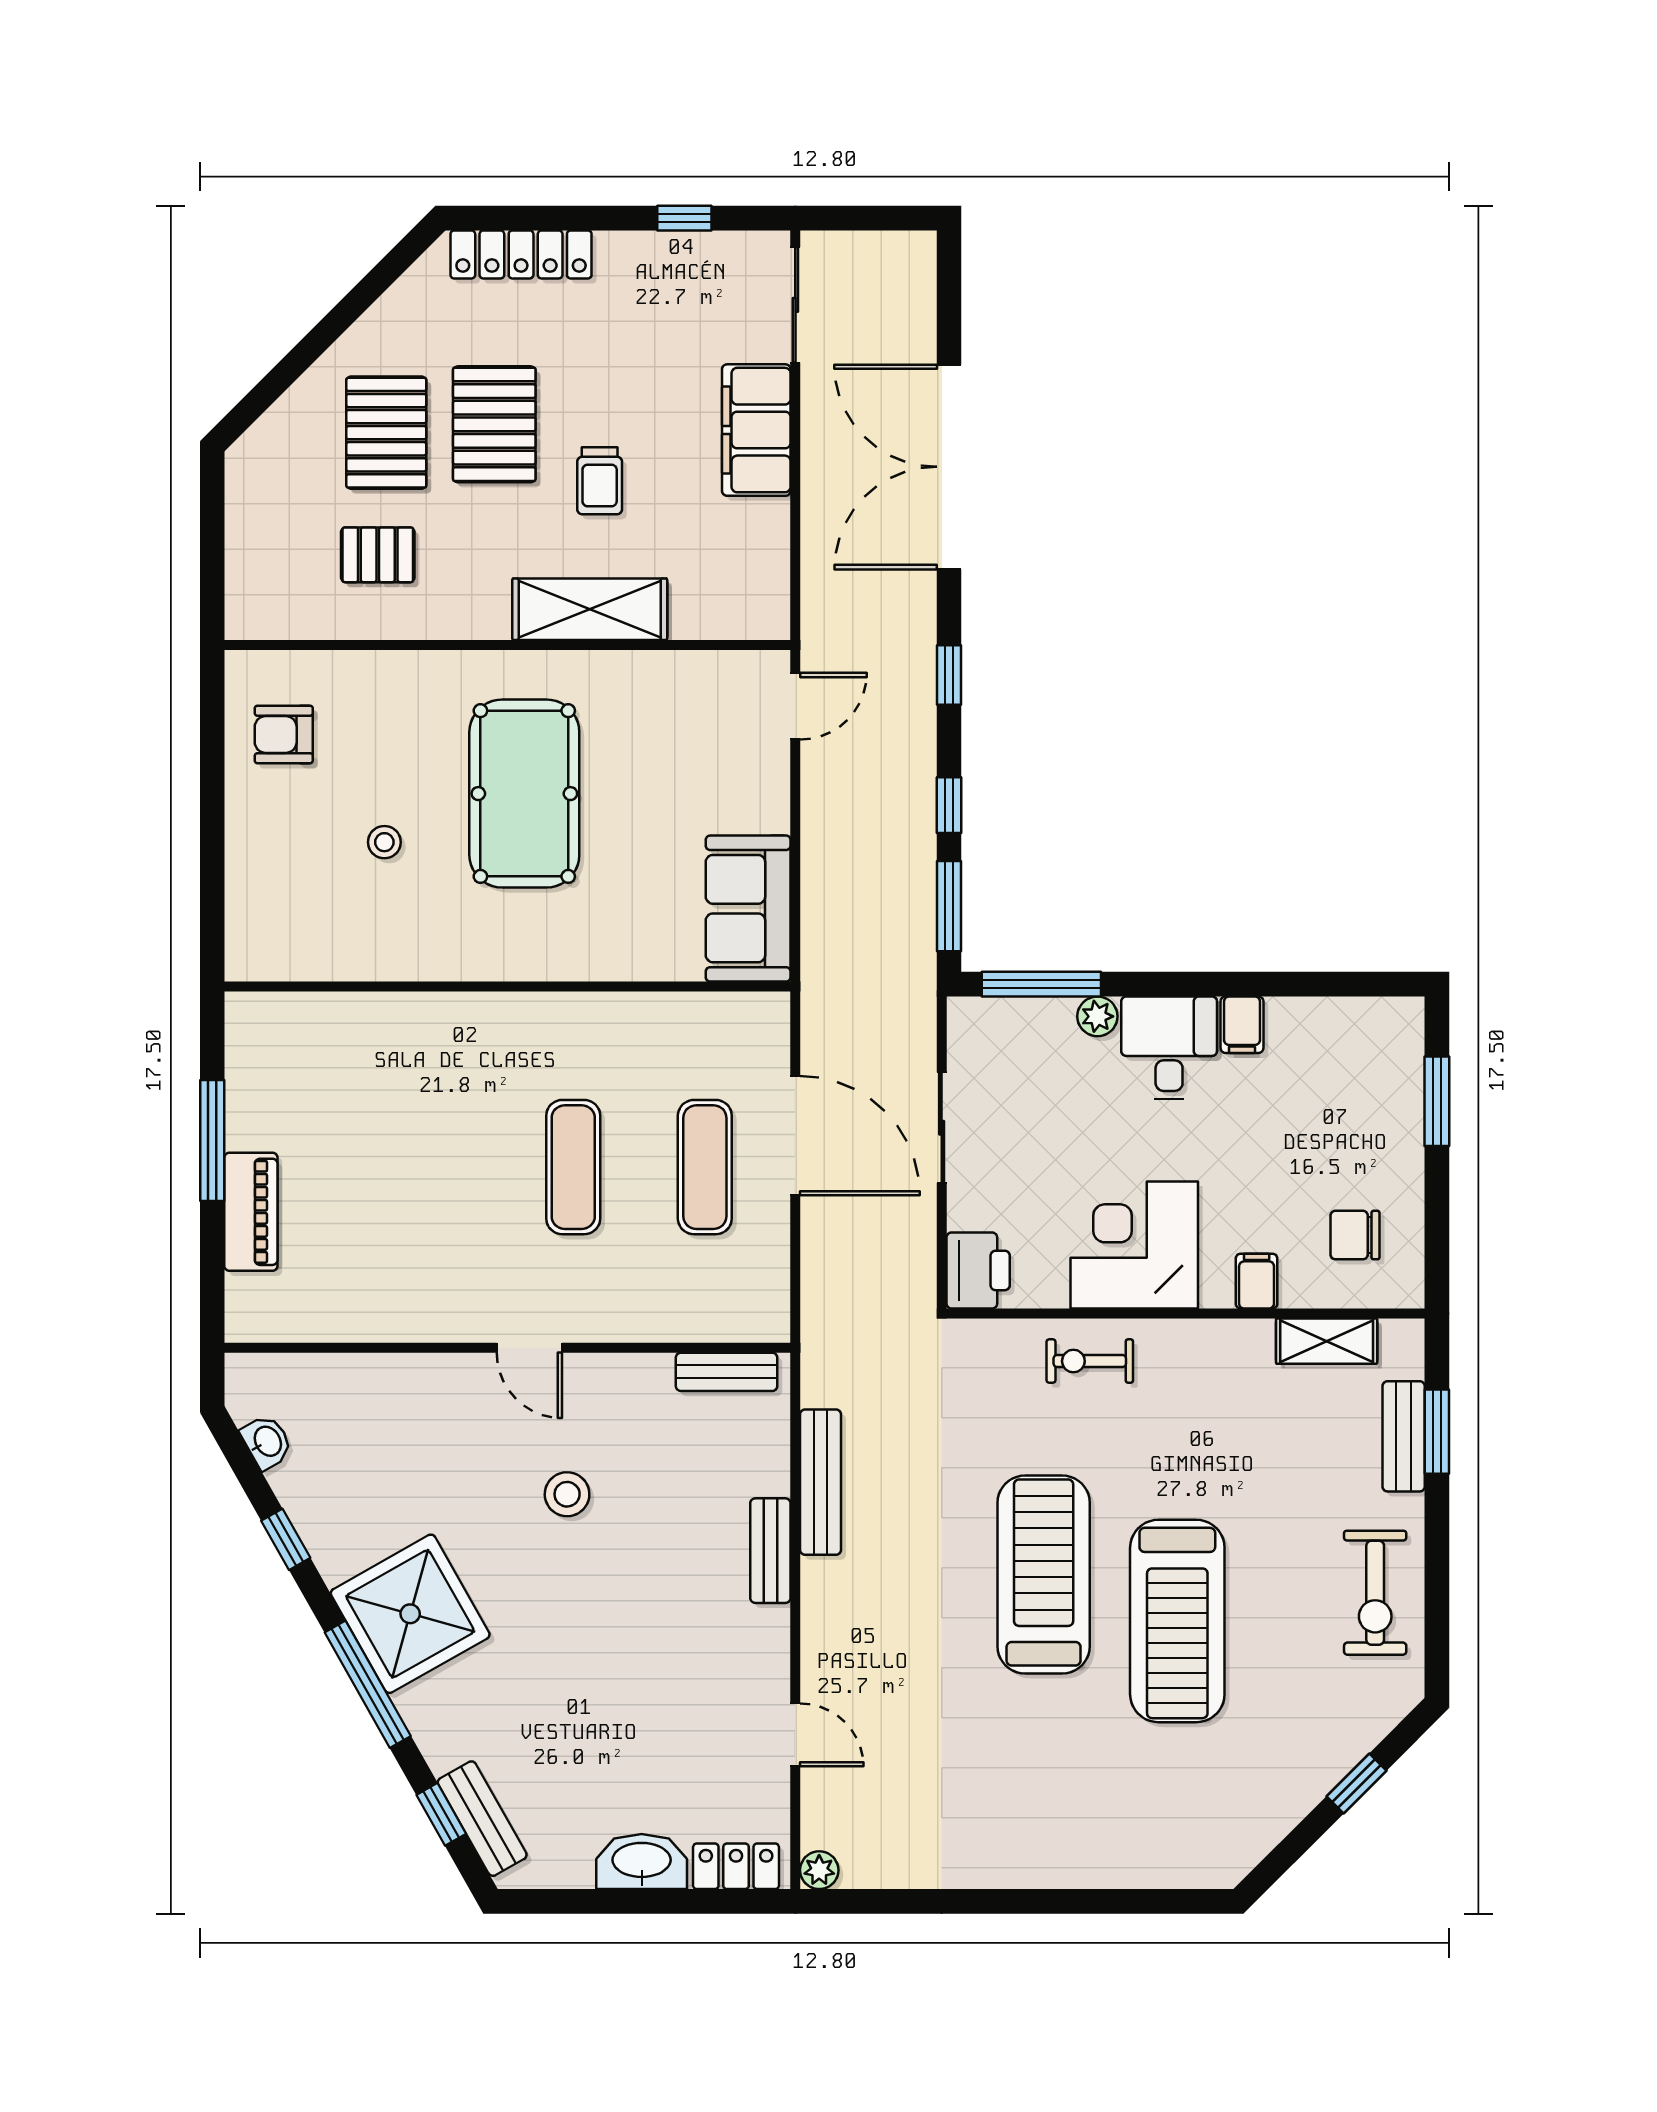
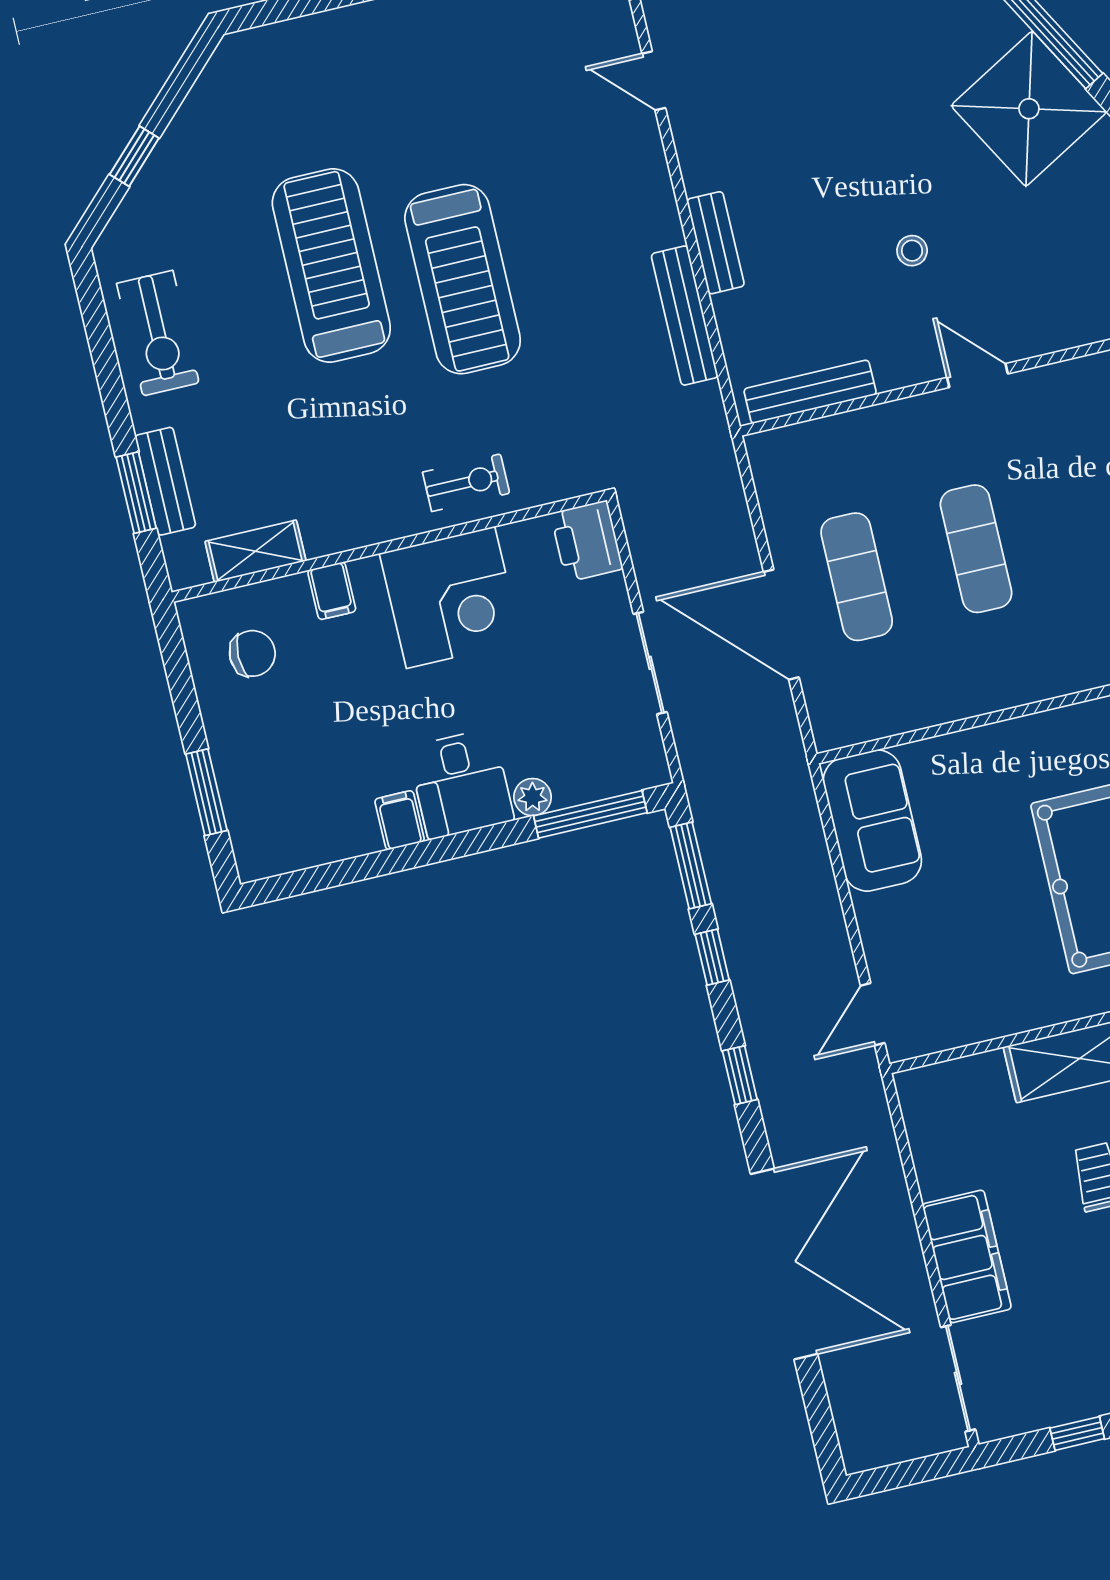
bench: (727, 1372) -> (810, 392), width x1.36
stool: (567, 1494) -> (912, 251), width x0.73, depth x0.73
exercise bike: (1375, 1593) -> (158, 333), turned 180

